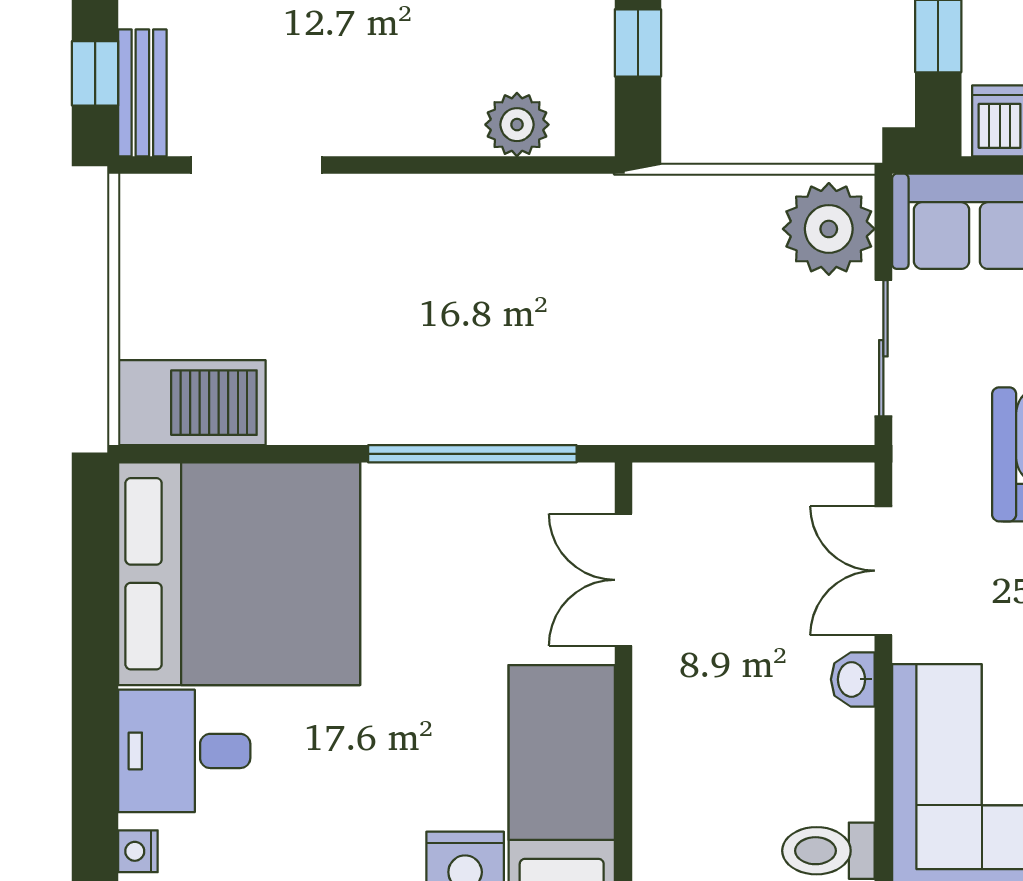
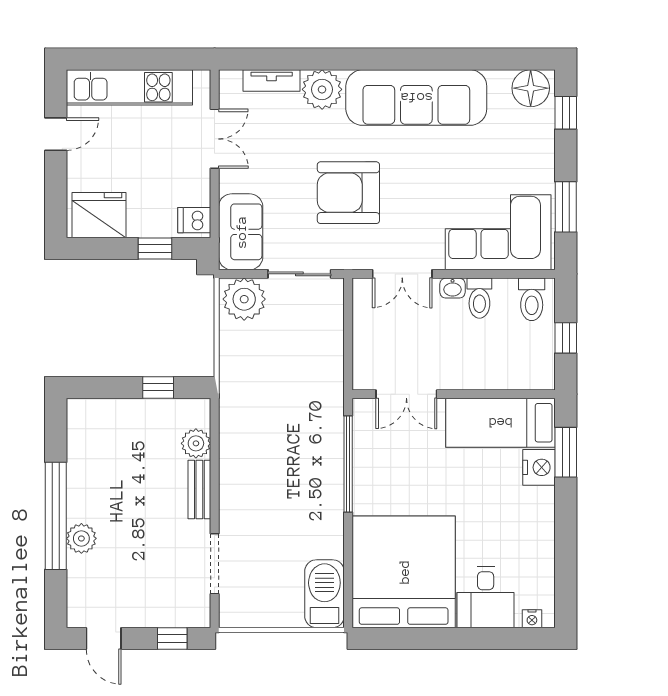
bench: (142, 93) -> (199, 490), moved, turned 90
toilet: (831, 738) -> (479, 298), added

